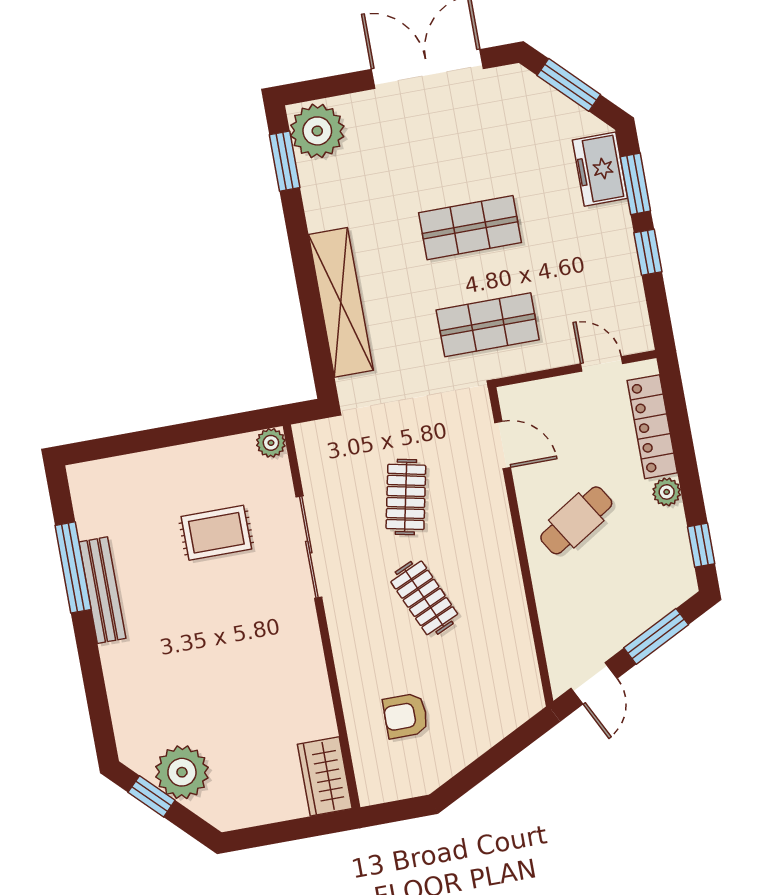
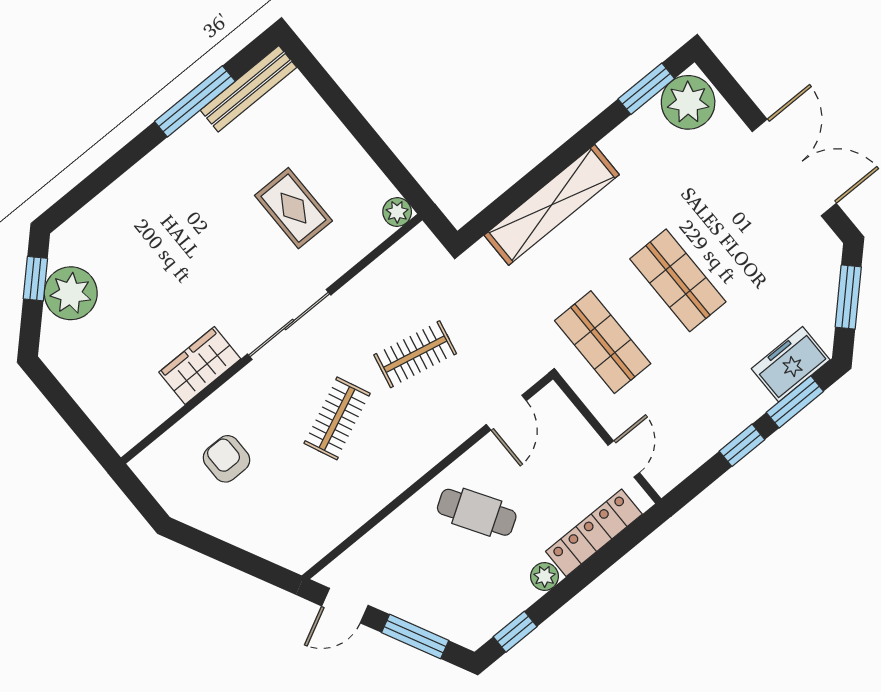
sliding door: (309, 547) -> (289, 324), moved
bench: (102, 590) -> (249, 89), moved
wardrobe: (325, 776) -> (200, 366), moved

